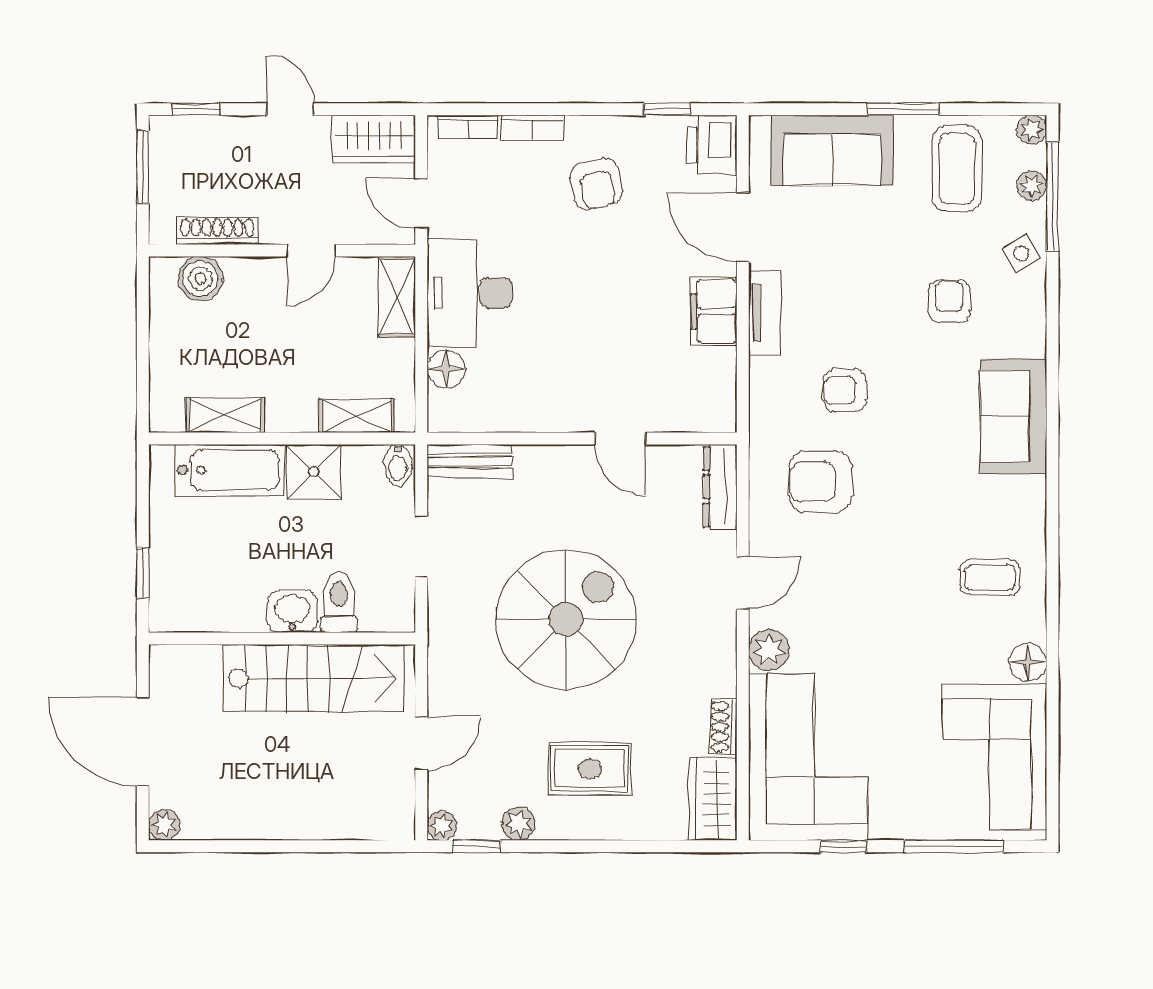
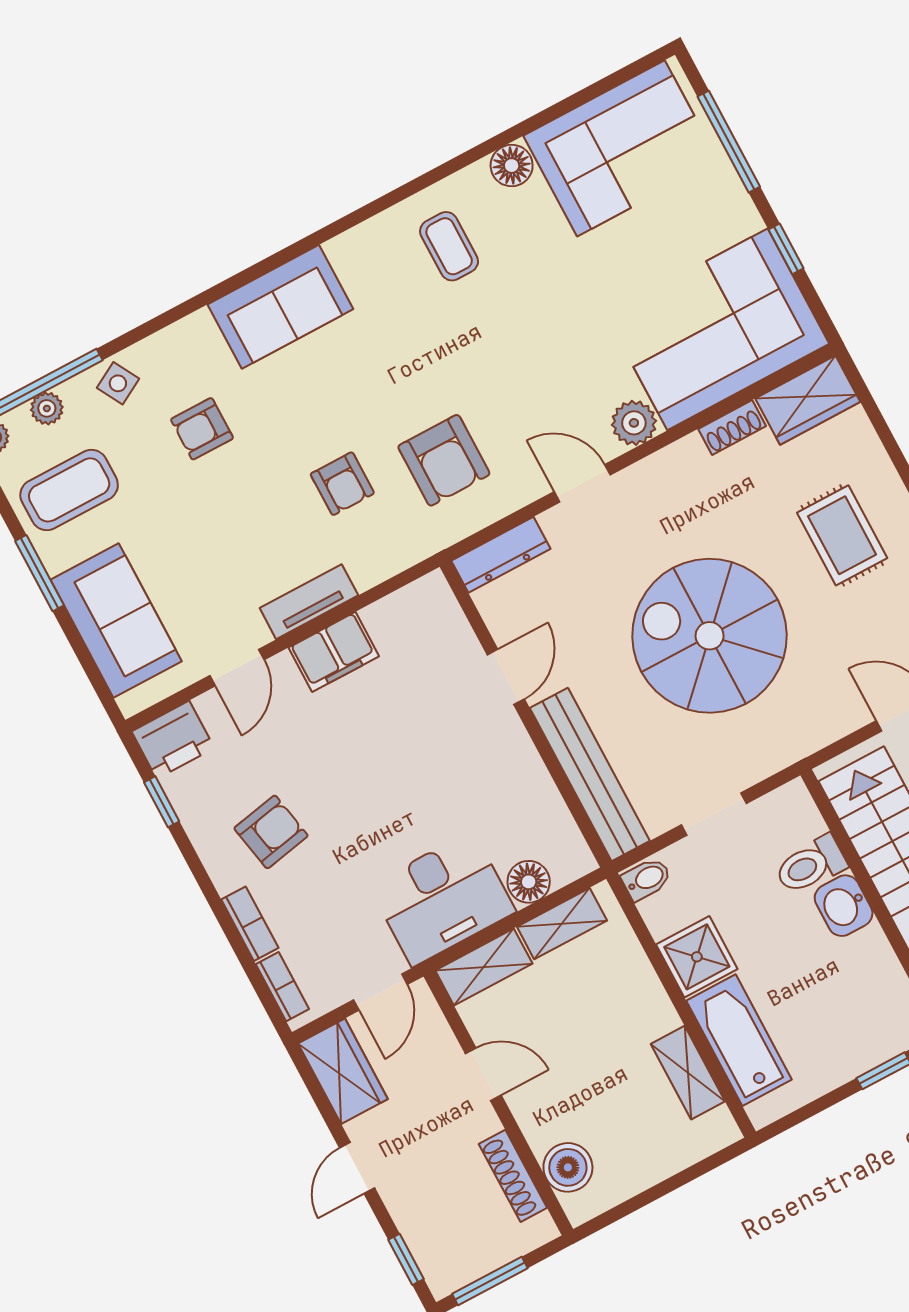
door: (743, 227) -> (237, 668), width x0.73
shelving: (357, 416) -> (562, 924), moved, turned 90
bench: (469, 461) -> (590, 774), width x1.86, depth x1.21

